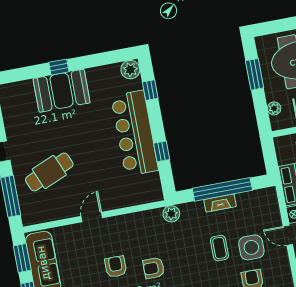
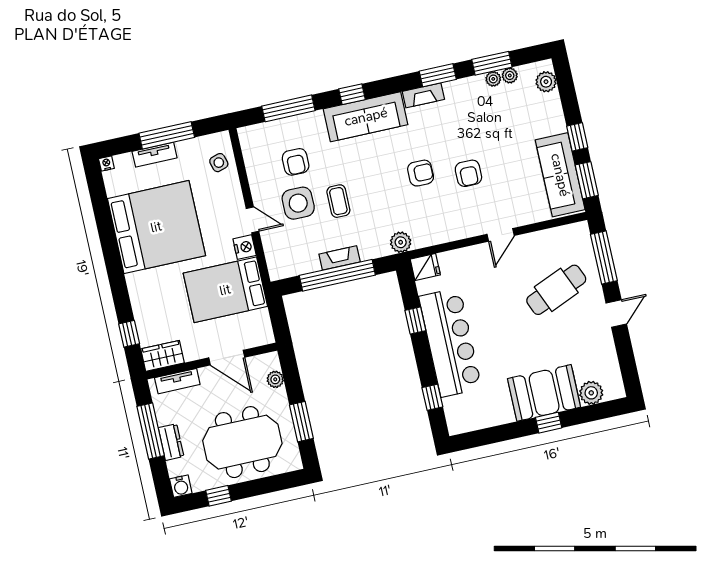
plant: (130, 70) -> (591, 393), moved
fridge: (152, 193) -> (425, 267), added

